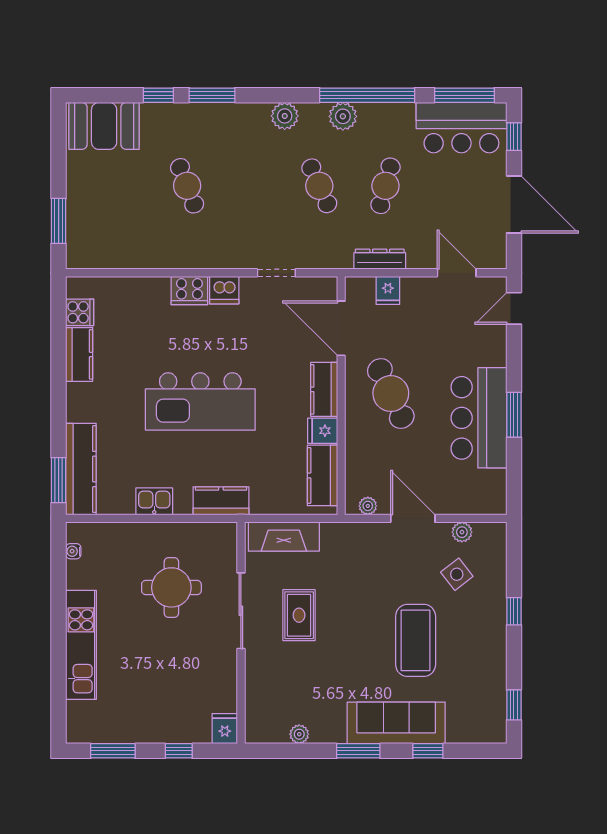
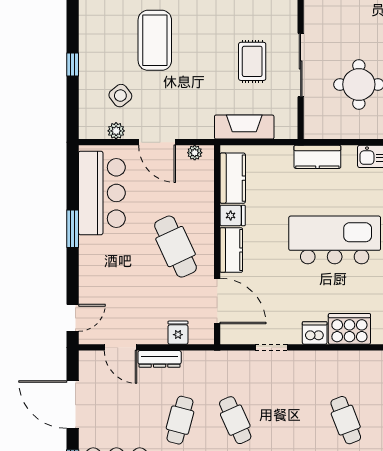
dresser: (380, 259) -> (160, 359), moved
cooker: (189, 291) -> (349, 329), width x1.37, depth x1.31
bar counter: (479, 418) -> (102, 193), moved
fireplace: (284, 537) -> (244, 127), moved

